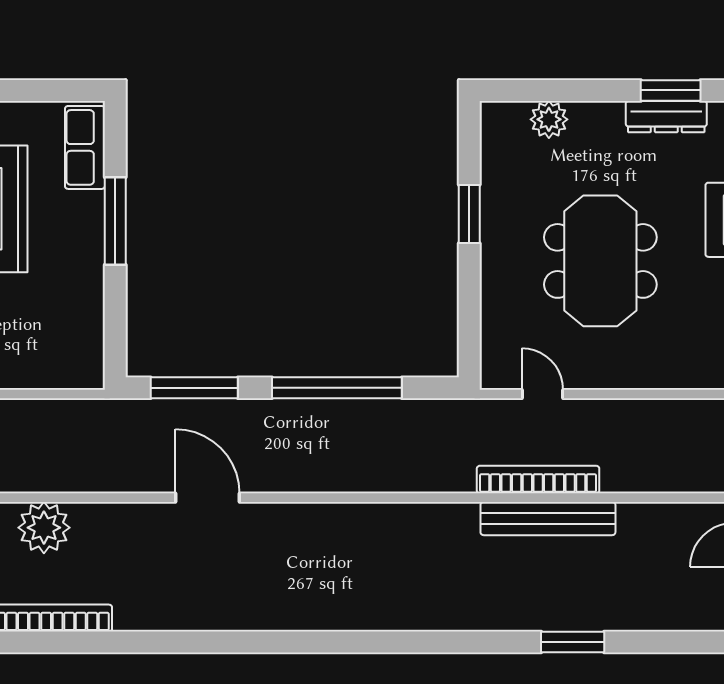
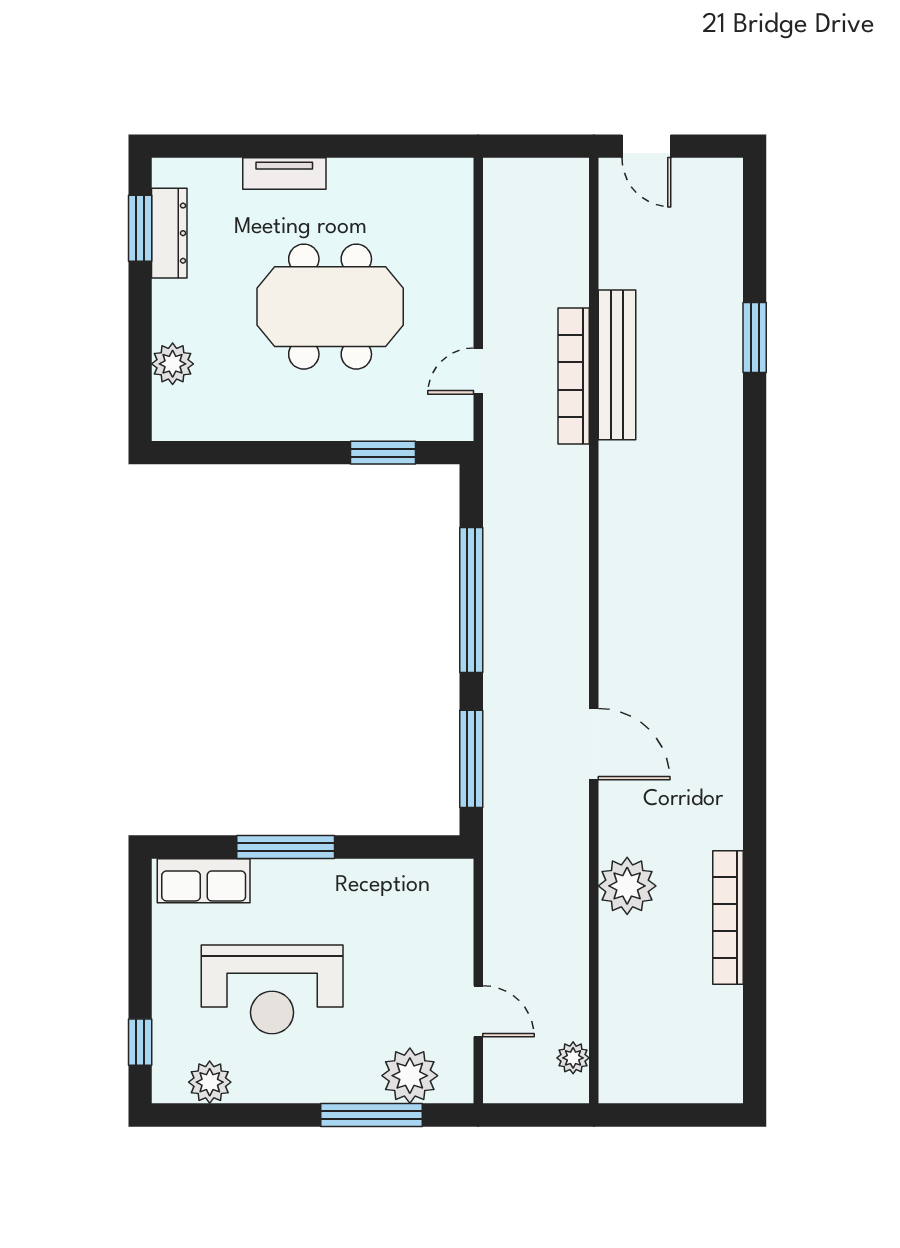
window: (469, 214) -> (383, 453), moved
door: (208, 498) -> (594, 744), swing flipped
plant: (44, 528) -> (627, 886), moved

